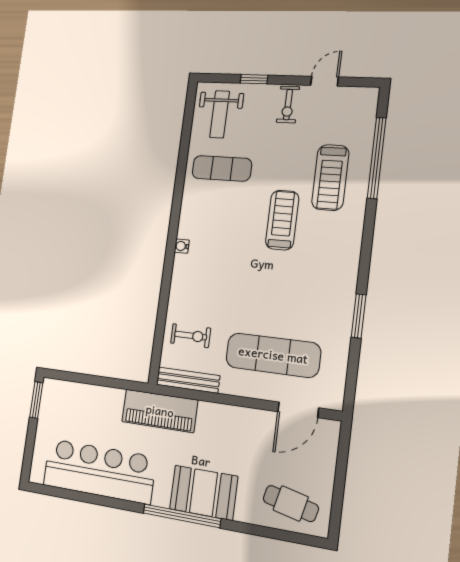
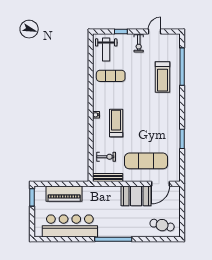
treadmill: (282, 220) -> (116, 123), moved
piano: (160, 411) -> (64, 194), moved
booth: (203, 493) -> (136, 196), moved

